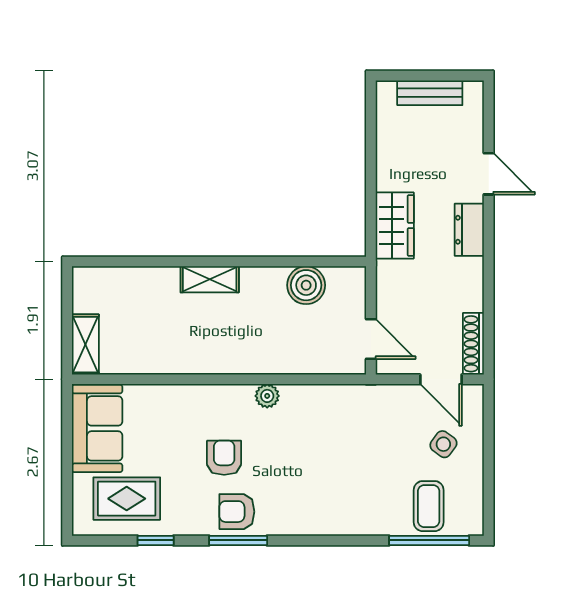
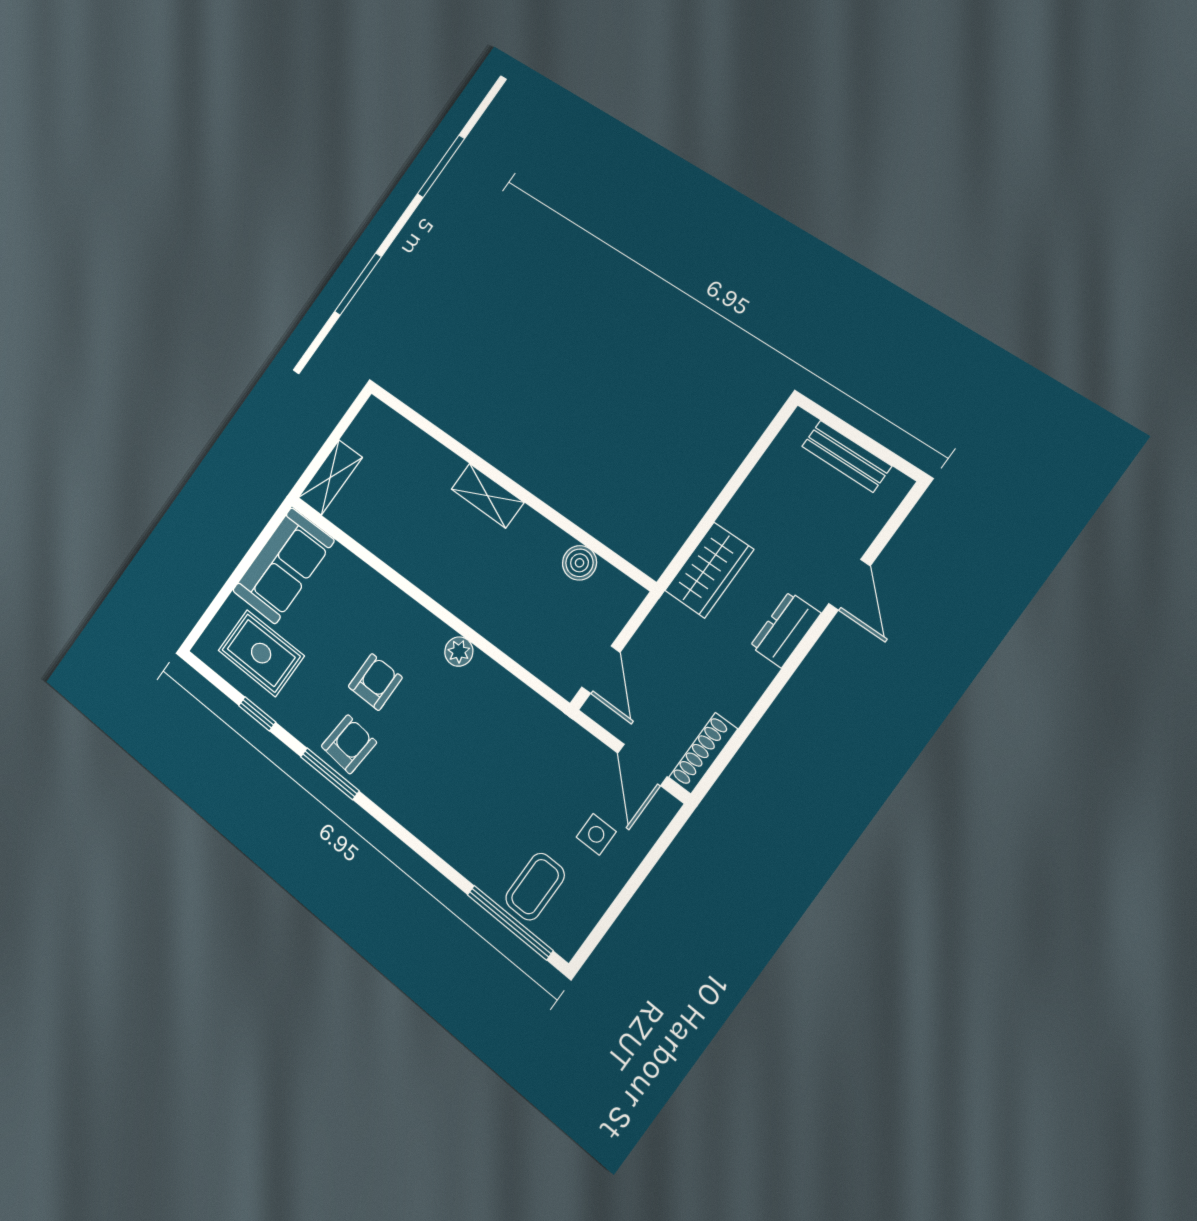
boiler: (306, 285) -> (579, 563), width x0.73, depth x0.73
side table: (443, 444) -> (596, 834), turned -36
armchair: (237, 512) -> (349, 744), turned 95

